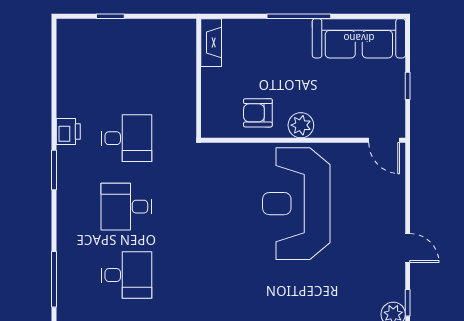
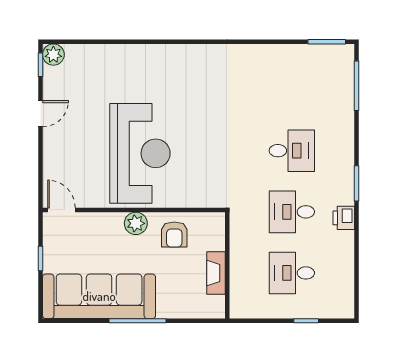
sofa: (359, 38) -> (99, 296), width x1.36, depth x1.27
fireplace: (211, 43) -> (216, 273), moved
armchair: (258, 113) -> (174, 234), turned 90
door: (408, 248) -> (41, 114), swing flipped
desk: (126, 275) -> (292, 273), moved

